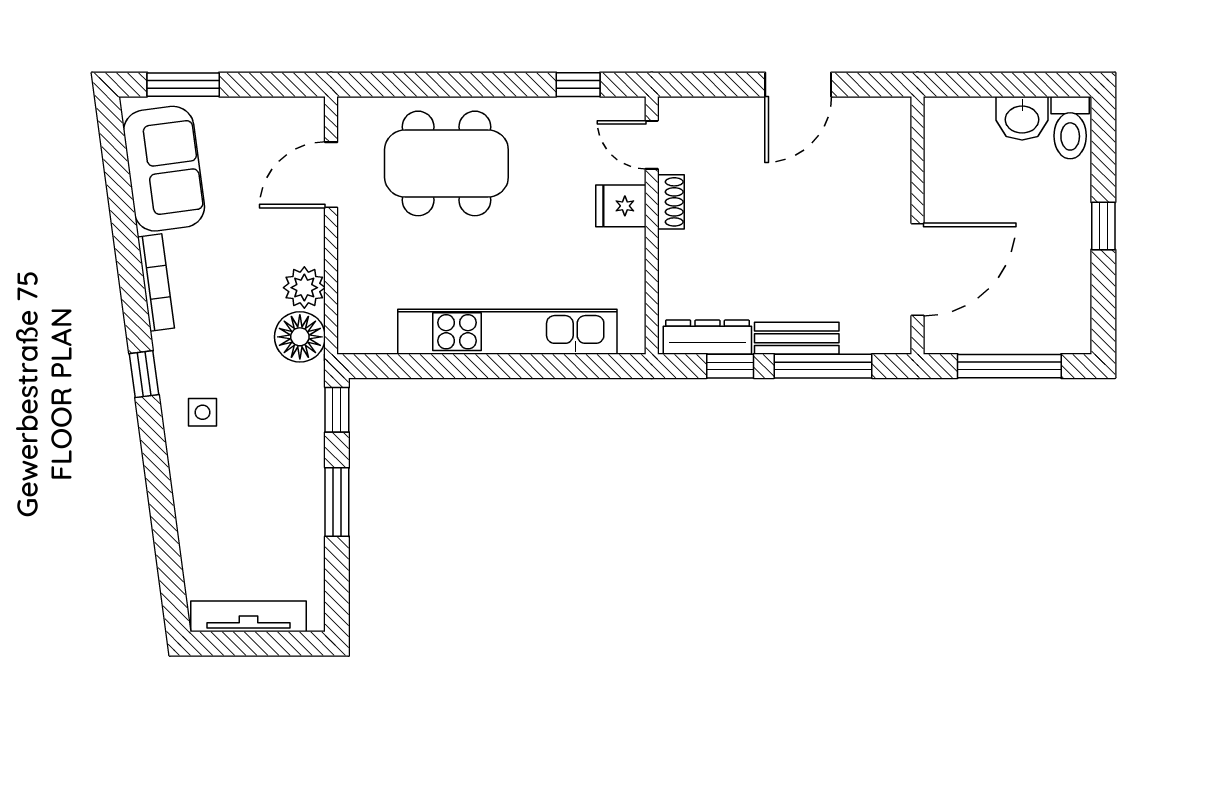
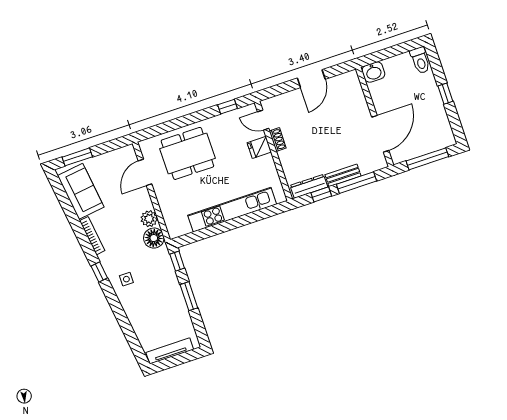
washbasin: (1022, 118) -> (373, 72), moved

